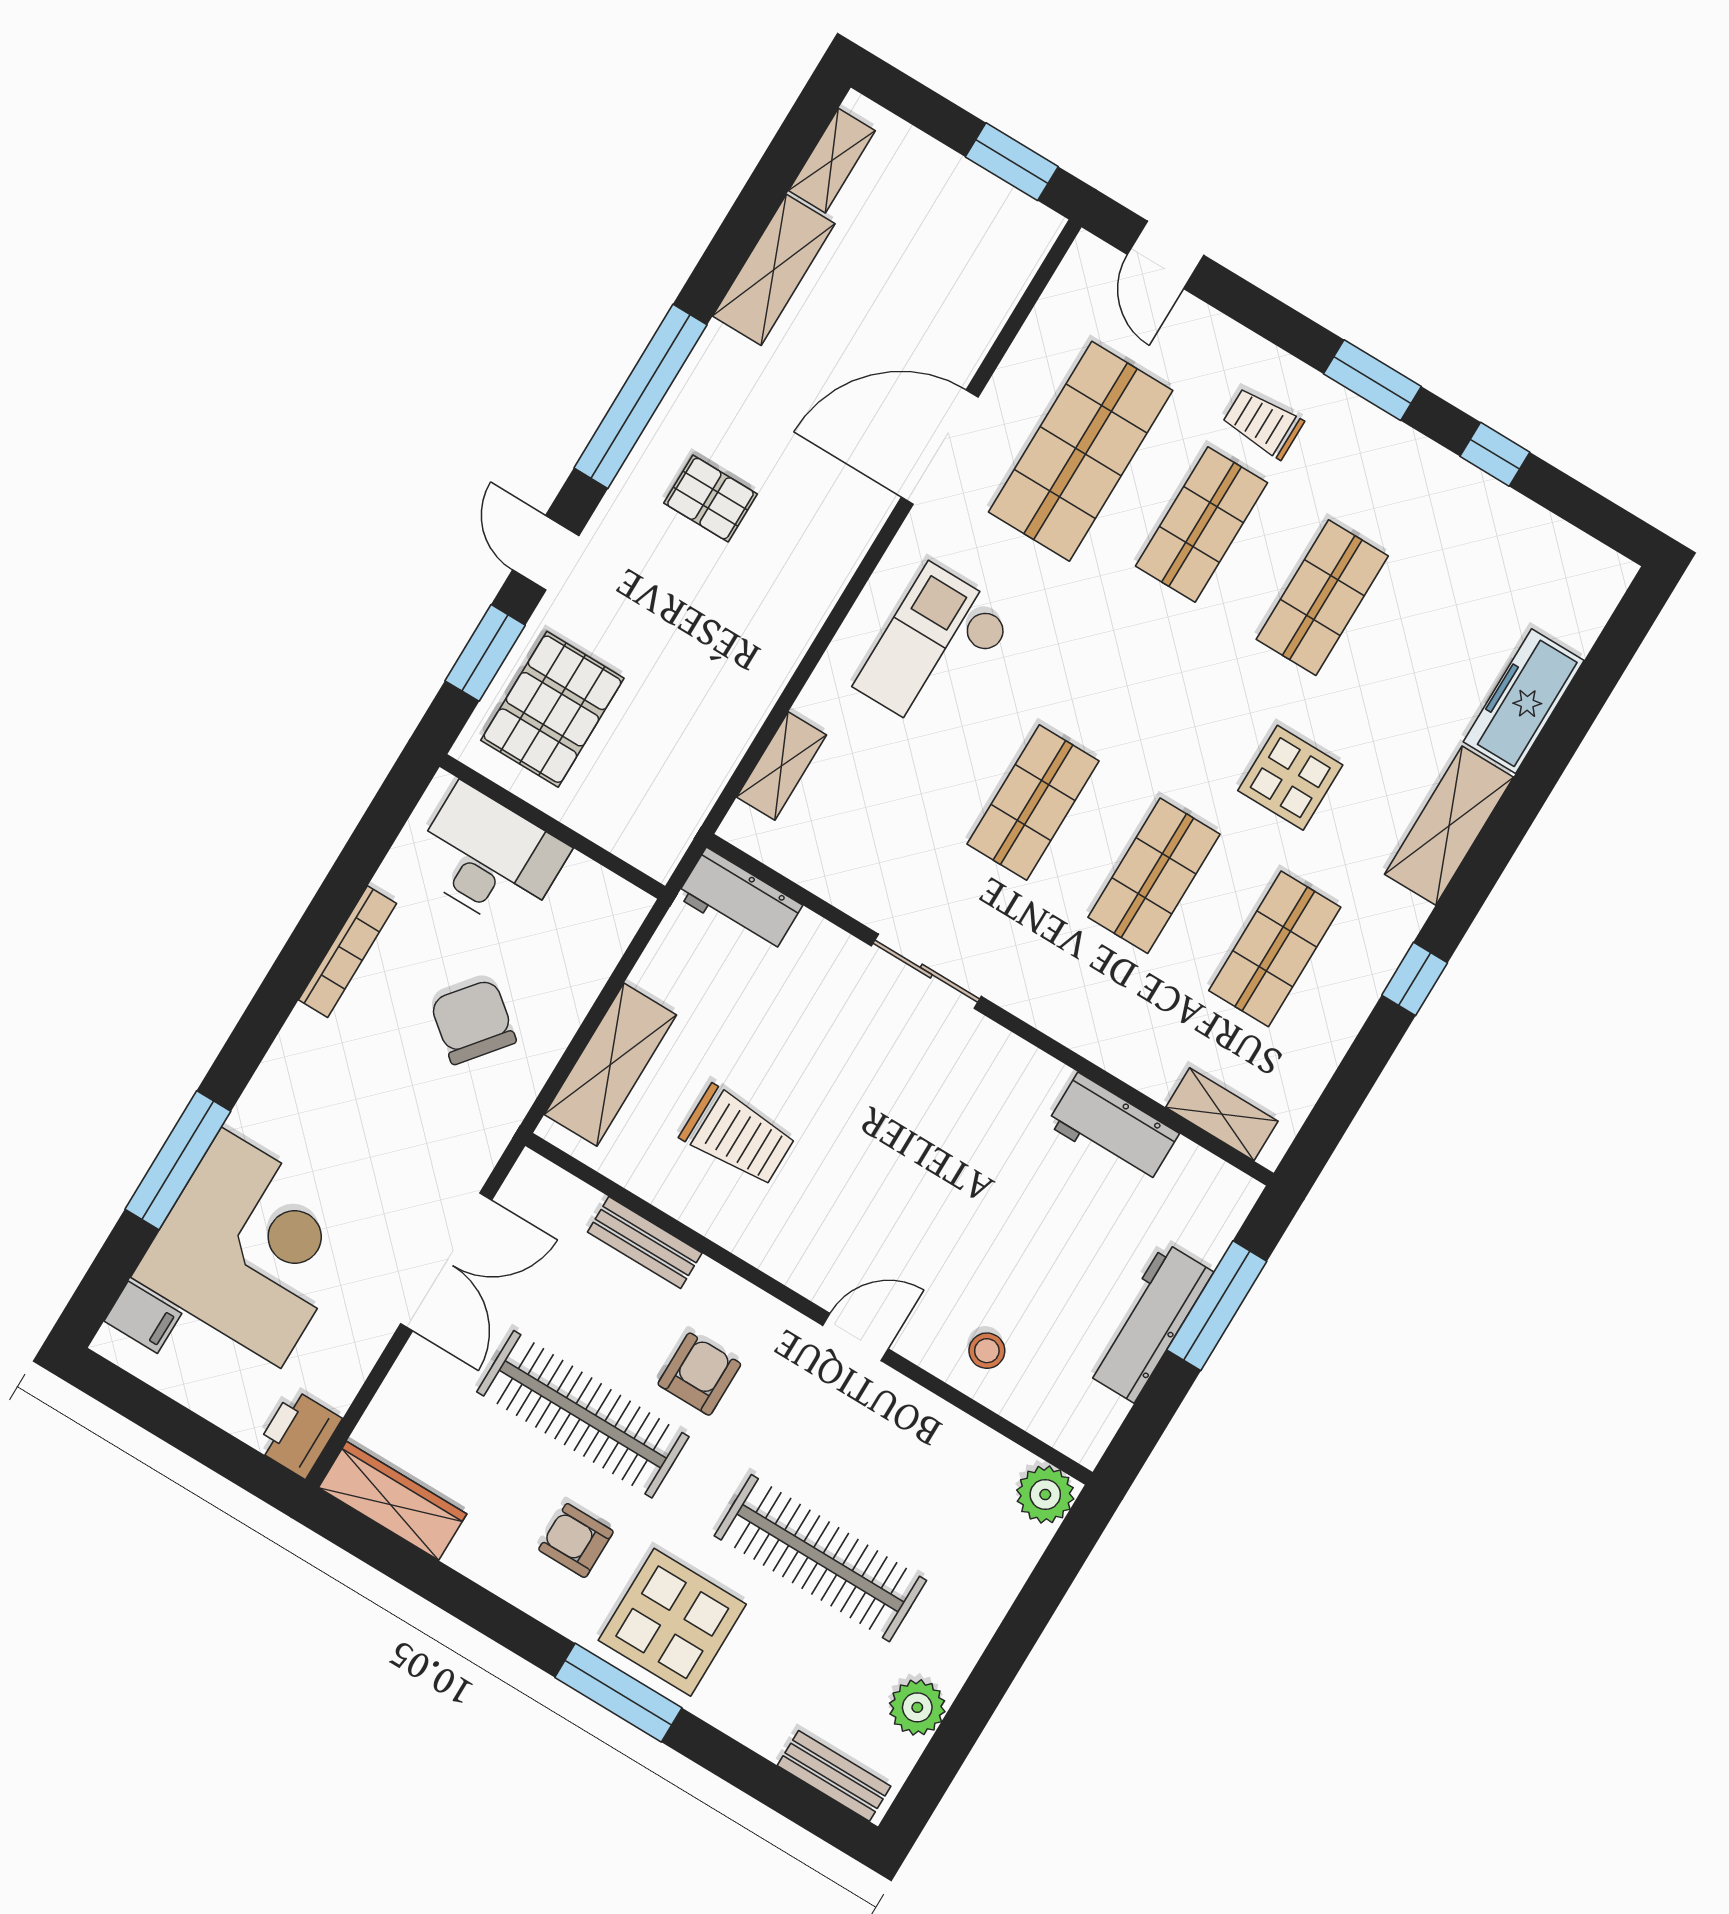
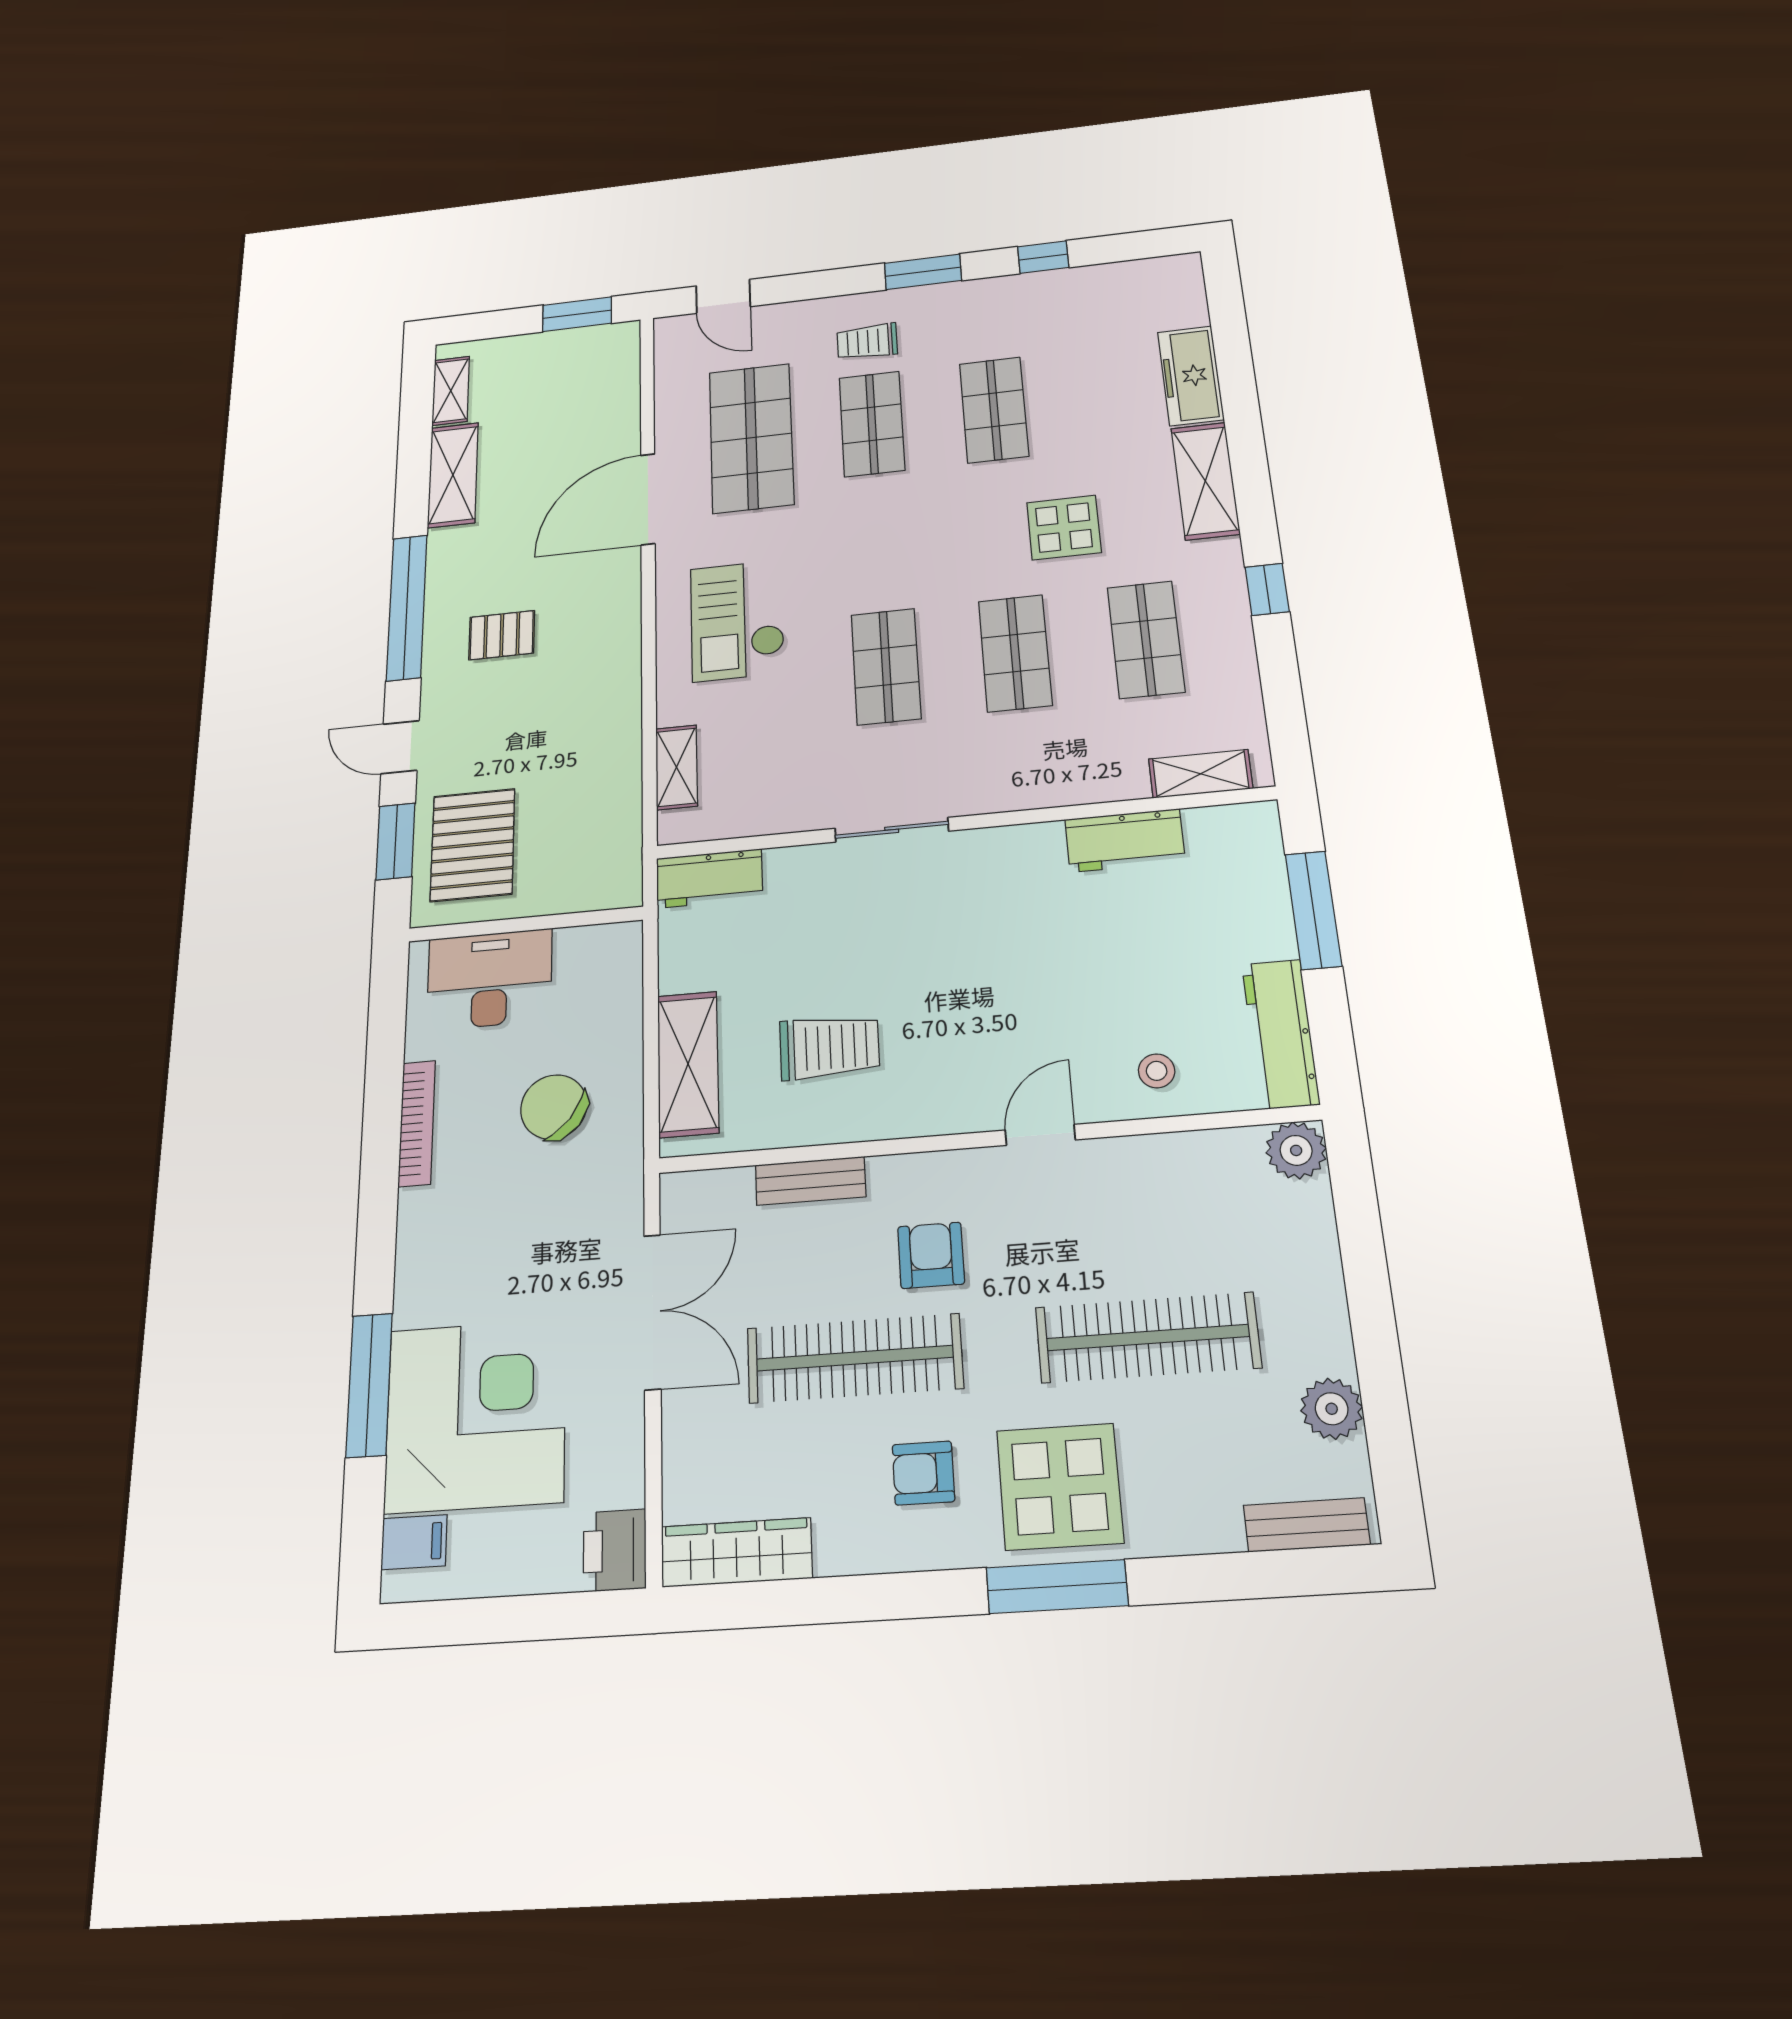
workbench: (1149, 1323) -> (1280, 1034), moved

